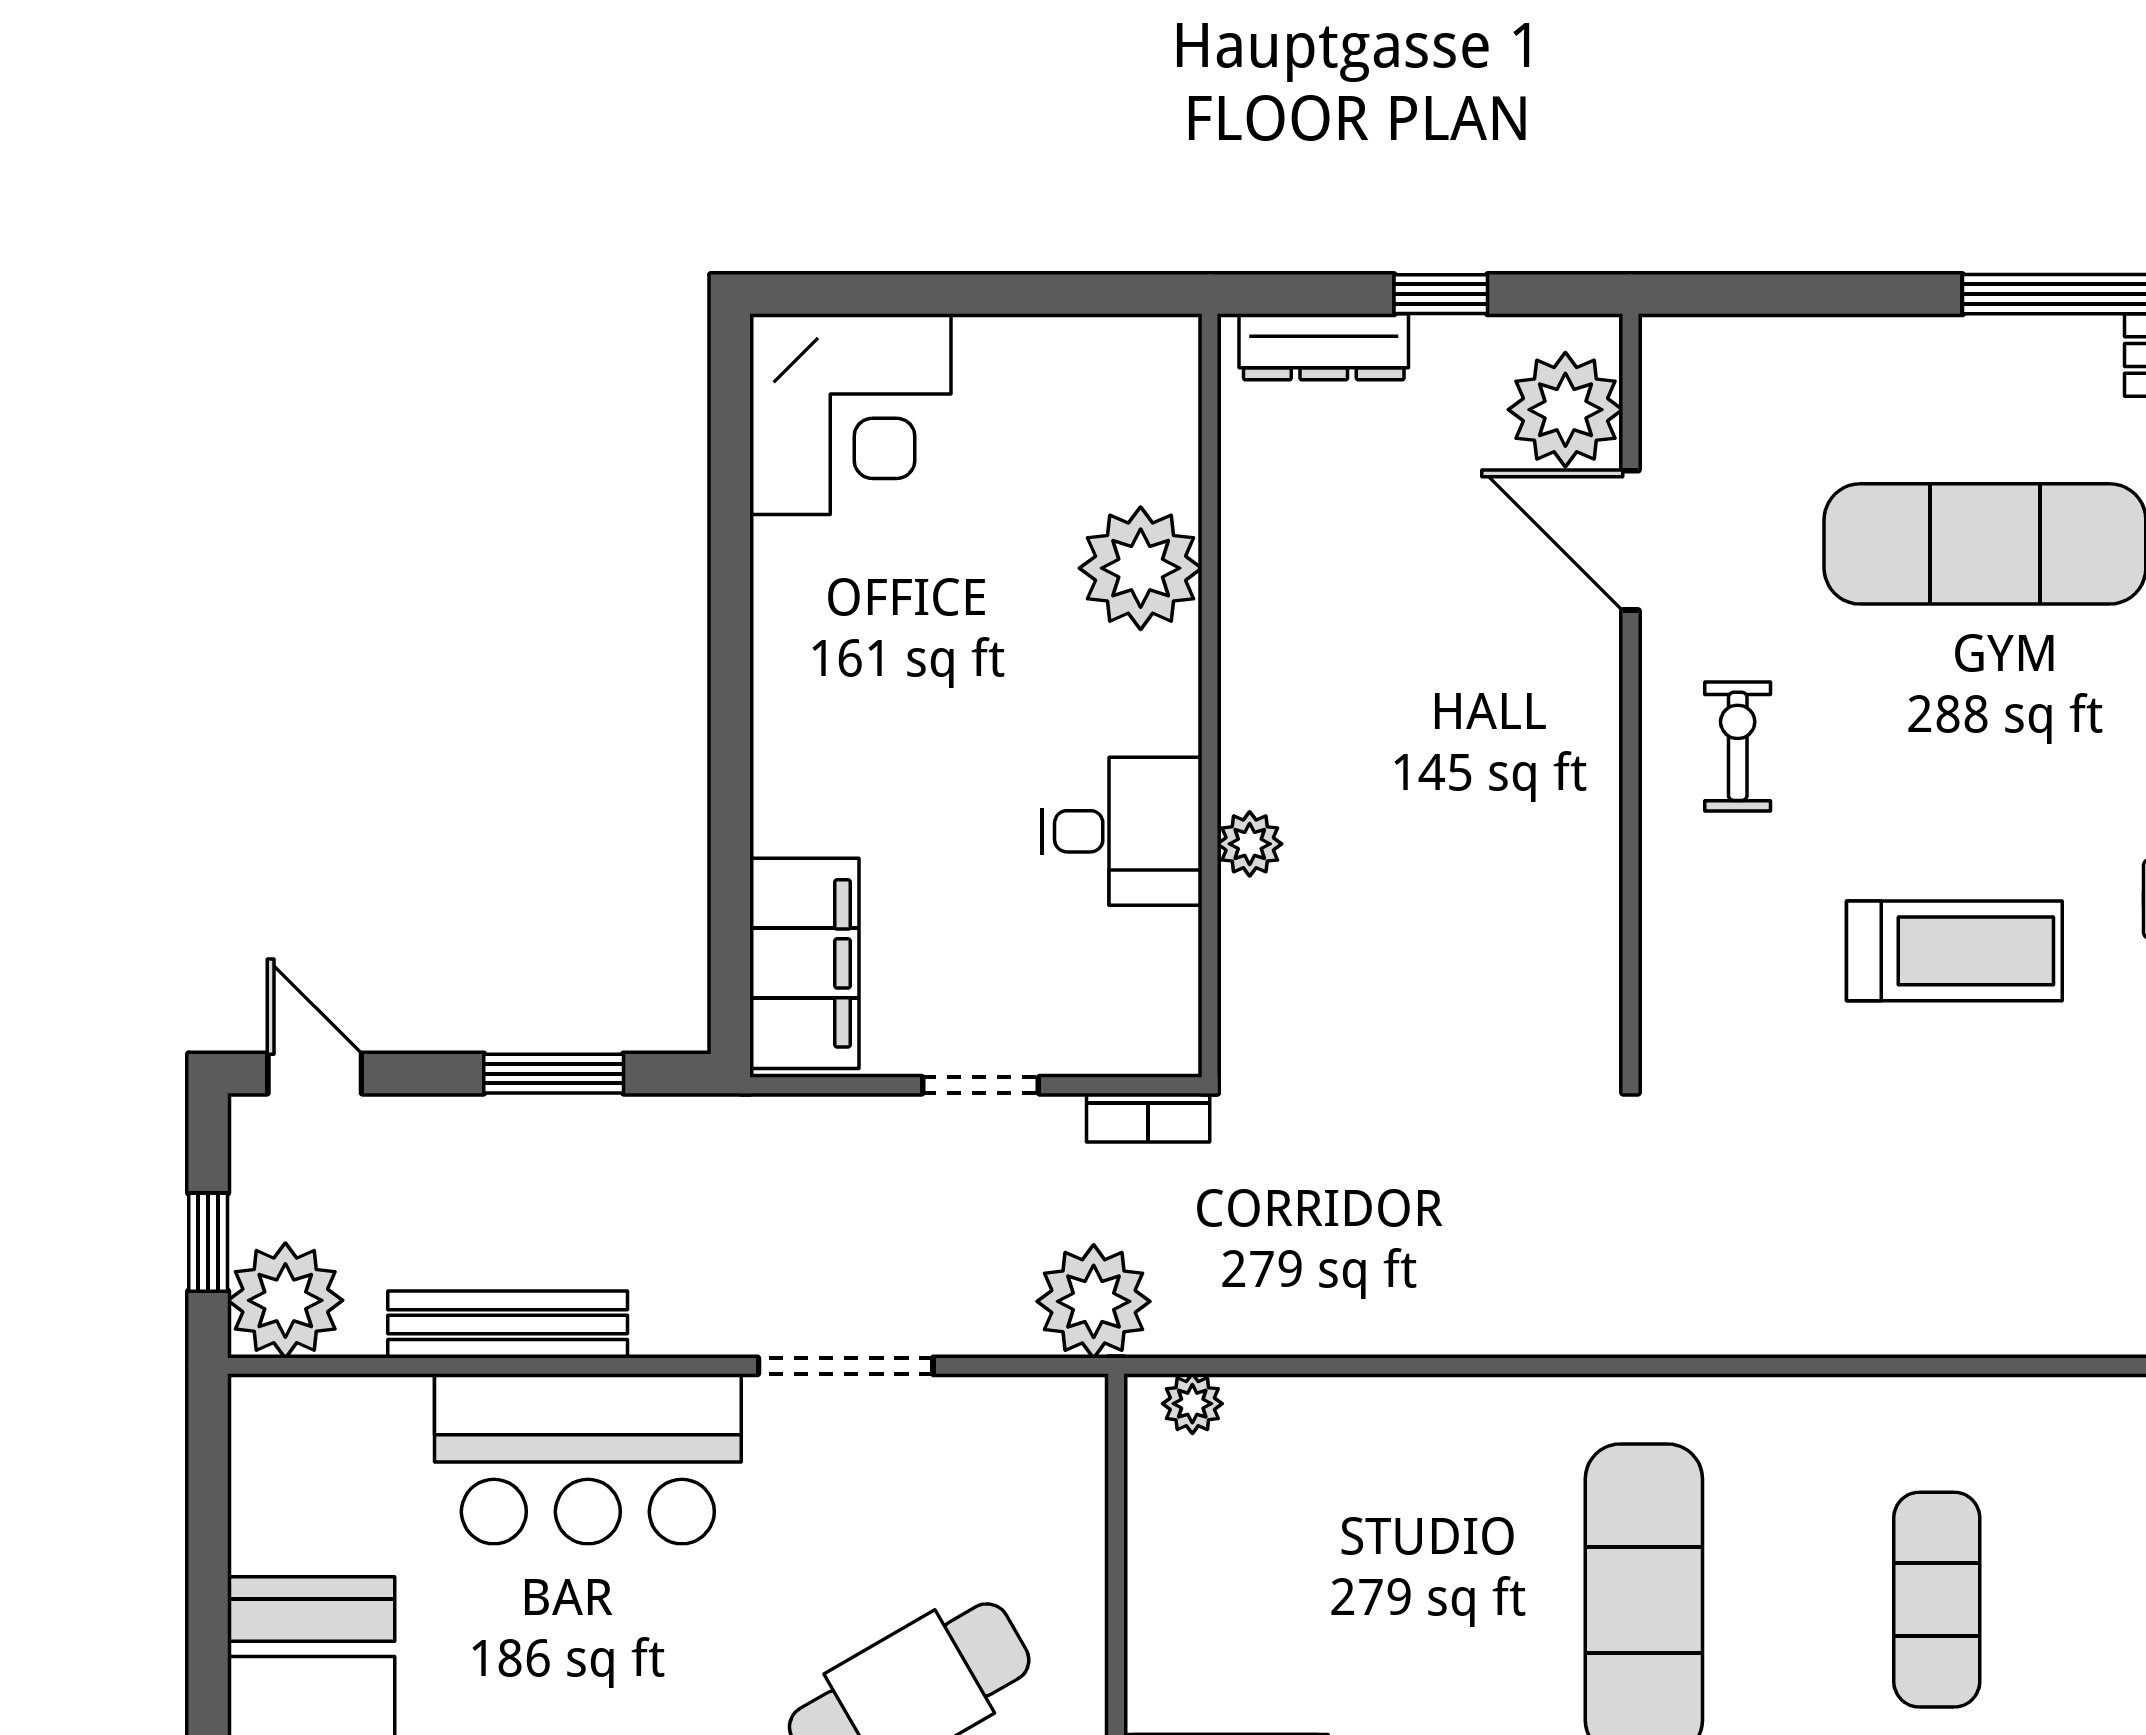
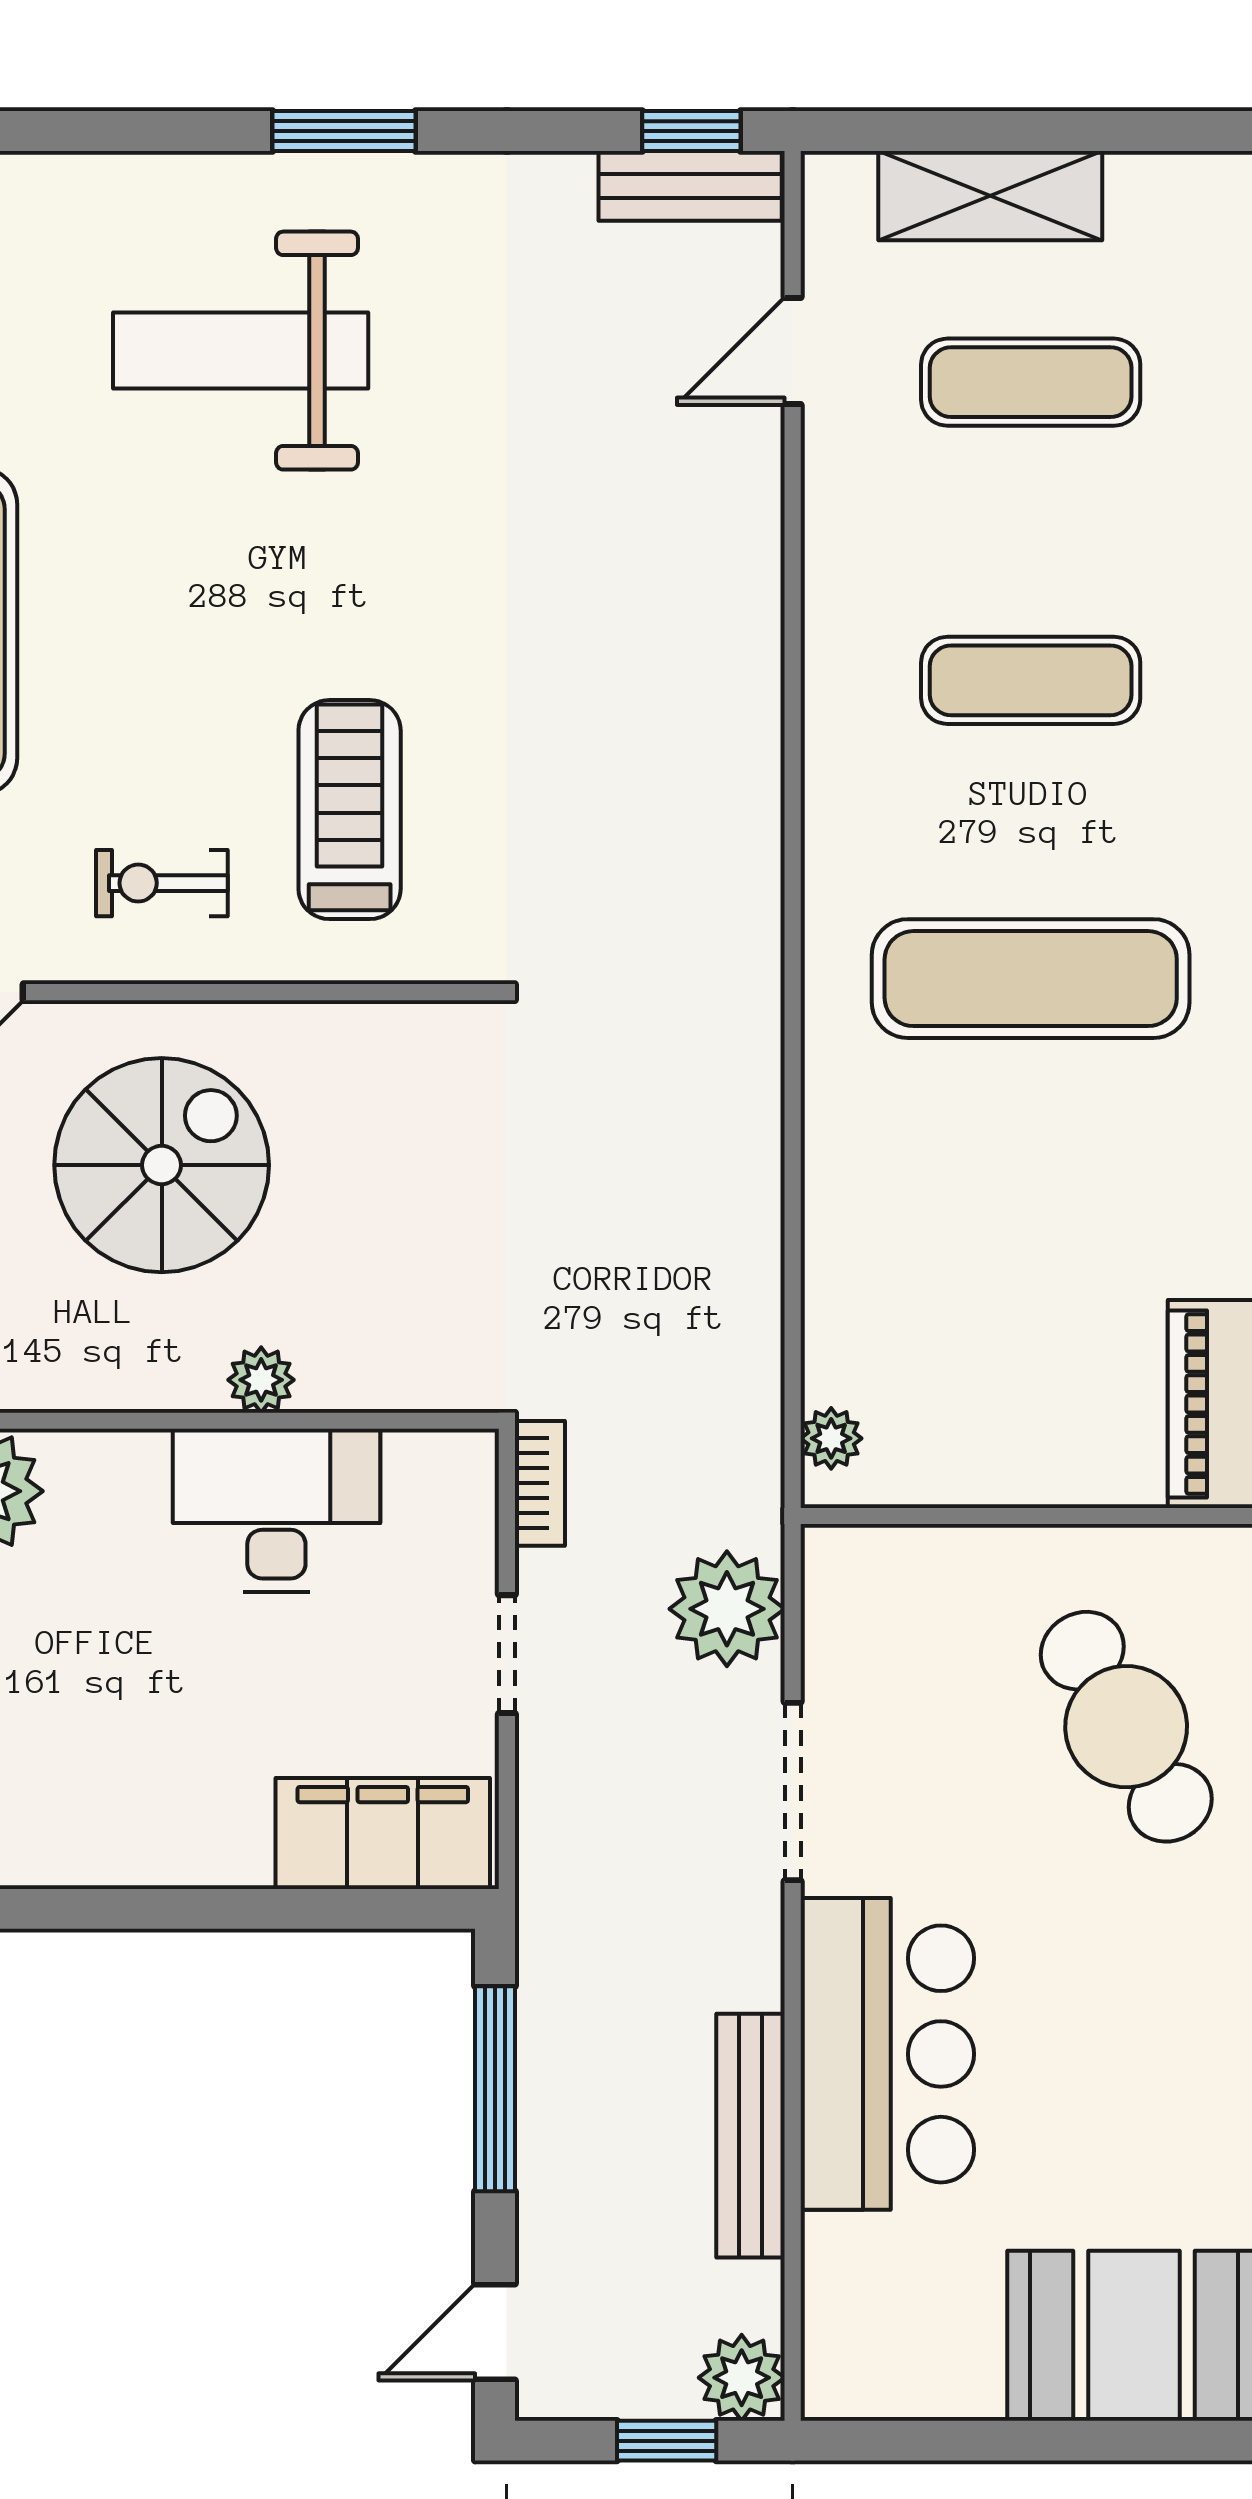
spiral stairs: (1461, 746) -> (162, 1165), added
desk: (1122, 831) -> (276, 1510), width x1.37
treadmill: (1954, 951) -> (350, 810), moved
window: (554, 1074) -> (495, 2089), width x1.44
plant: (285, 1300) -> (742, 2378), width x0.73, depth x0.73
plant: (1094, 1301) -> (727, 1609), moved

